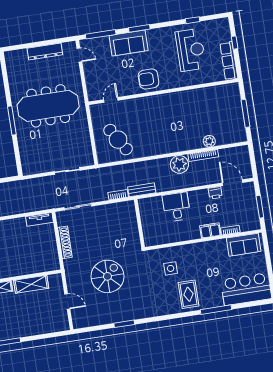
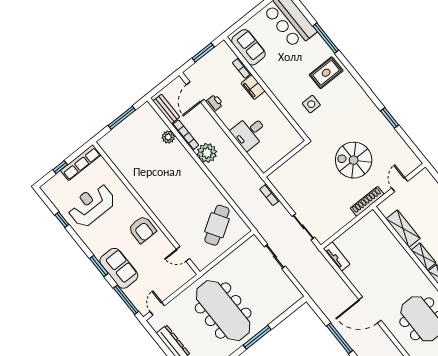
bench: (142, 190) -> (166, 109), moved
shoe rack: (65, 242) -> (367, 201), moved

